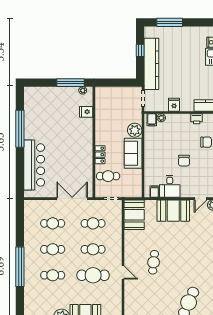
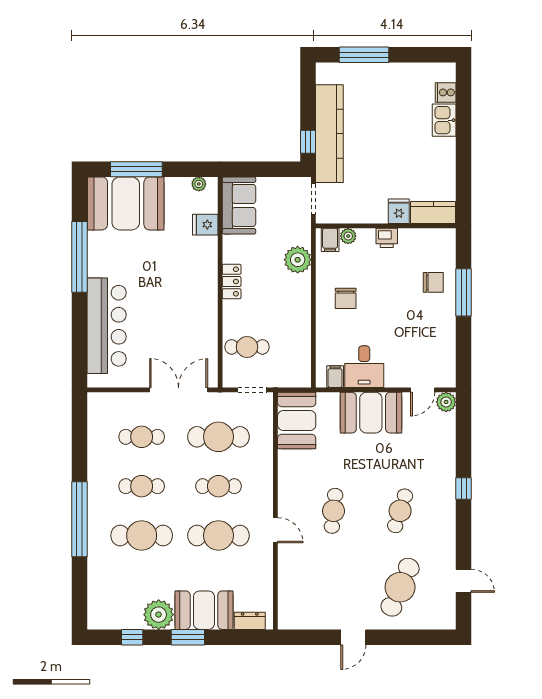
window: (140, 50) -> (308, 142), moved
window: (70, 83) -> (136, 169), moved
booth: (44, 101) -> (126, 203), added
fridge: (174, 105) -> (399, 211), moved
printer: (197, 119) -> (387, 238), moved
sofa: (133, 153) -> (239, 205), moved, turned 180
locker: (100, 155) -> (232, 282), moved
chair: (184, 161) -> (346, 298), moved
cafe table: (93, 223) -> (218, 437), width x1.37, depth x1.35
cafe table: (189, 262) -> (400, 511), added
cafe table: (53, 275) -> (142, 535), width x1.37, depth x1.35

